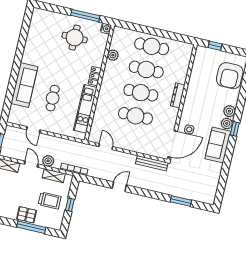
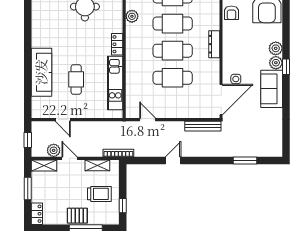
armchair: (199, 72) -> (231, 13), added
plant: (48, 161) -> (54, 150), moved
window: (70, 205) -> (123, 206), moved

